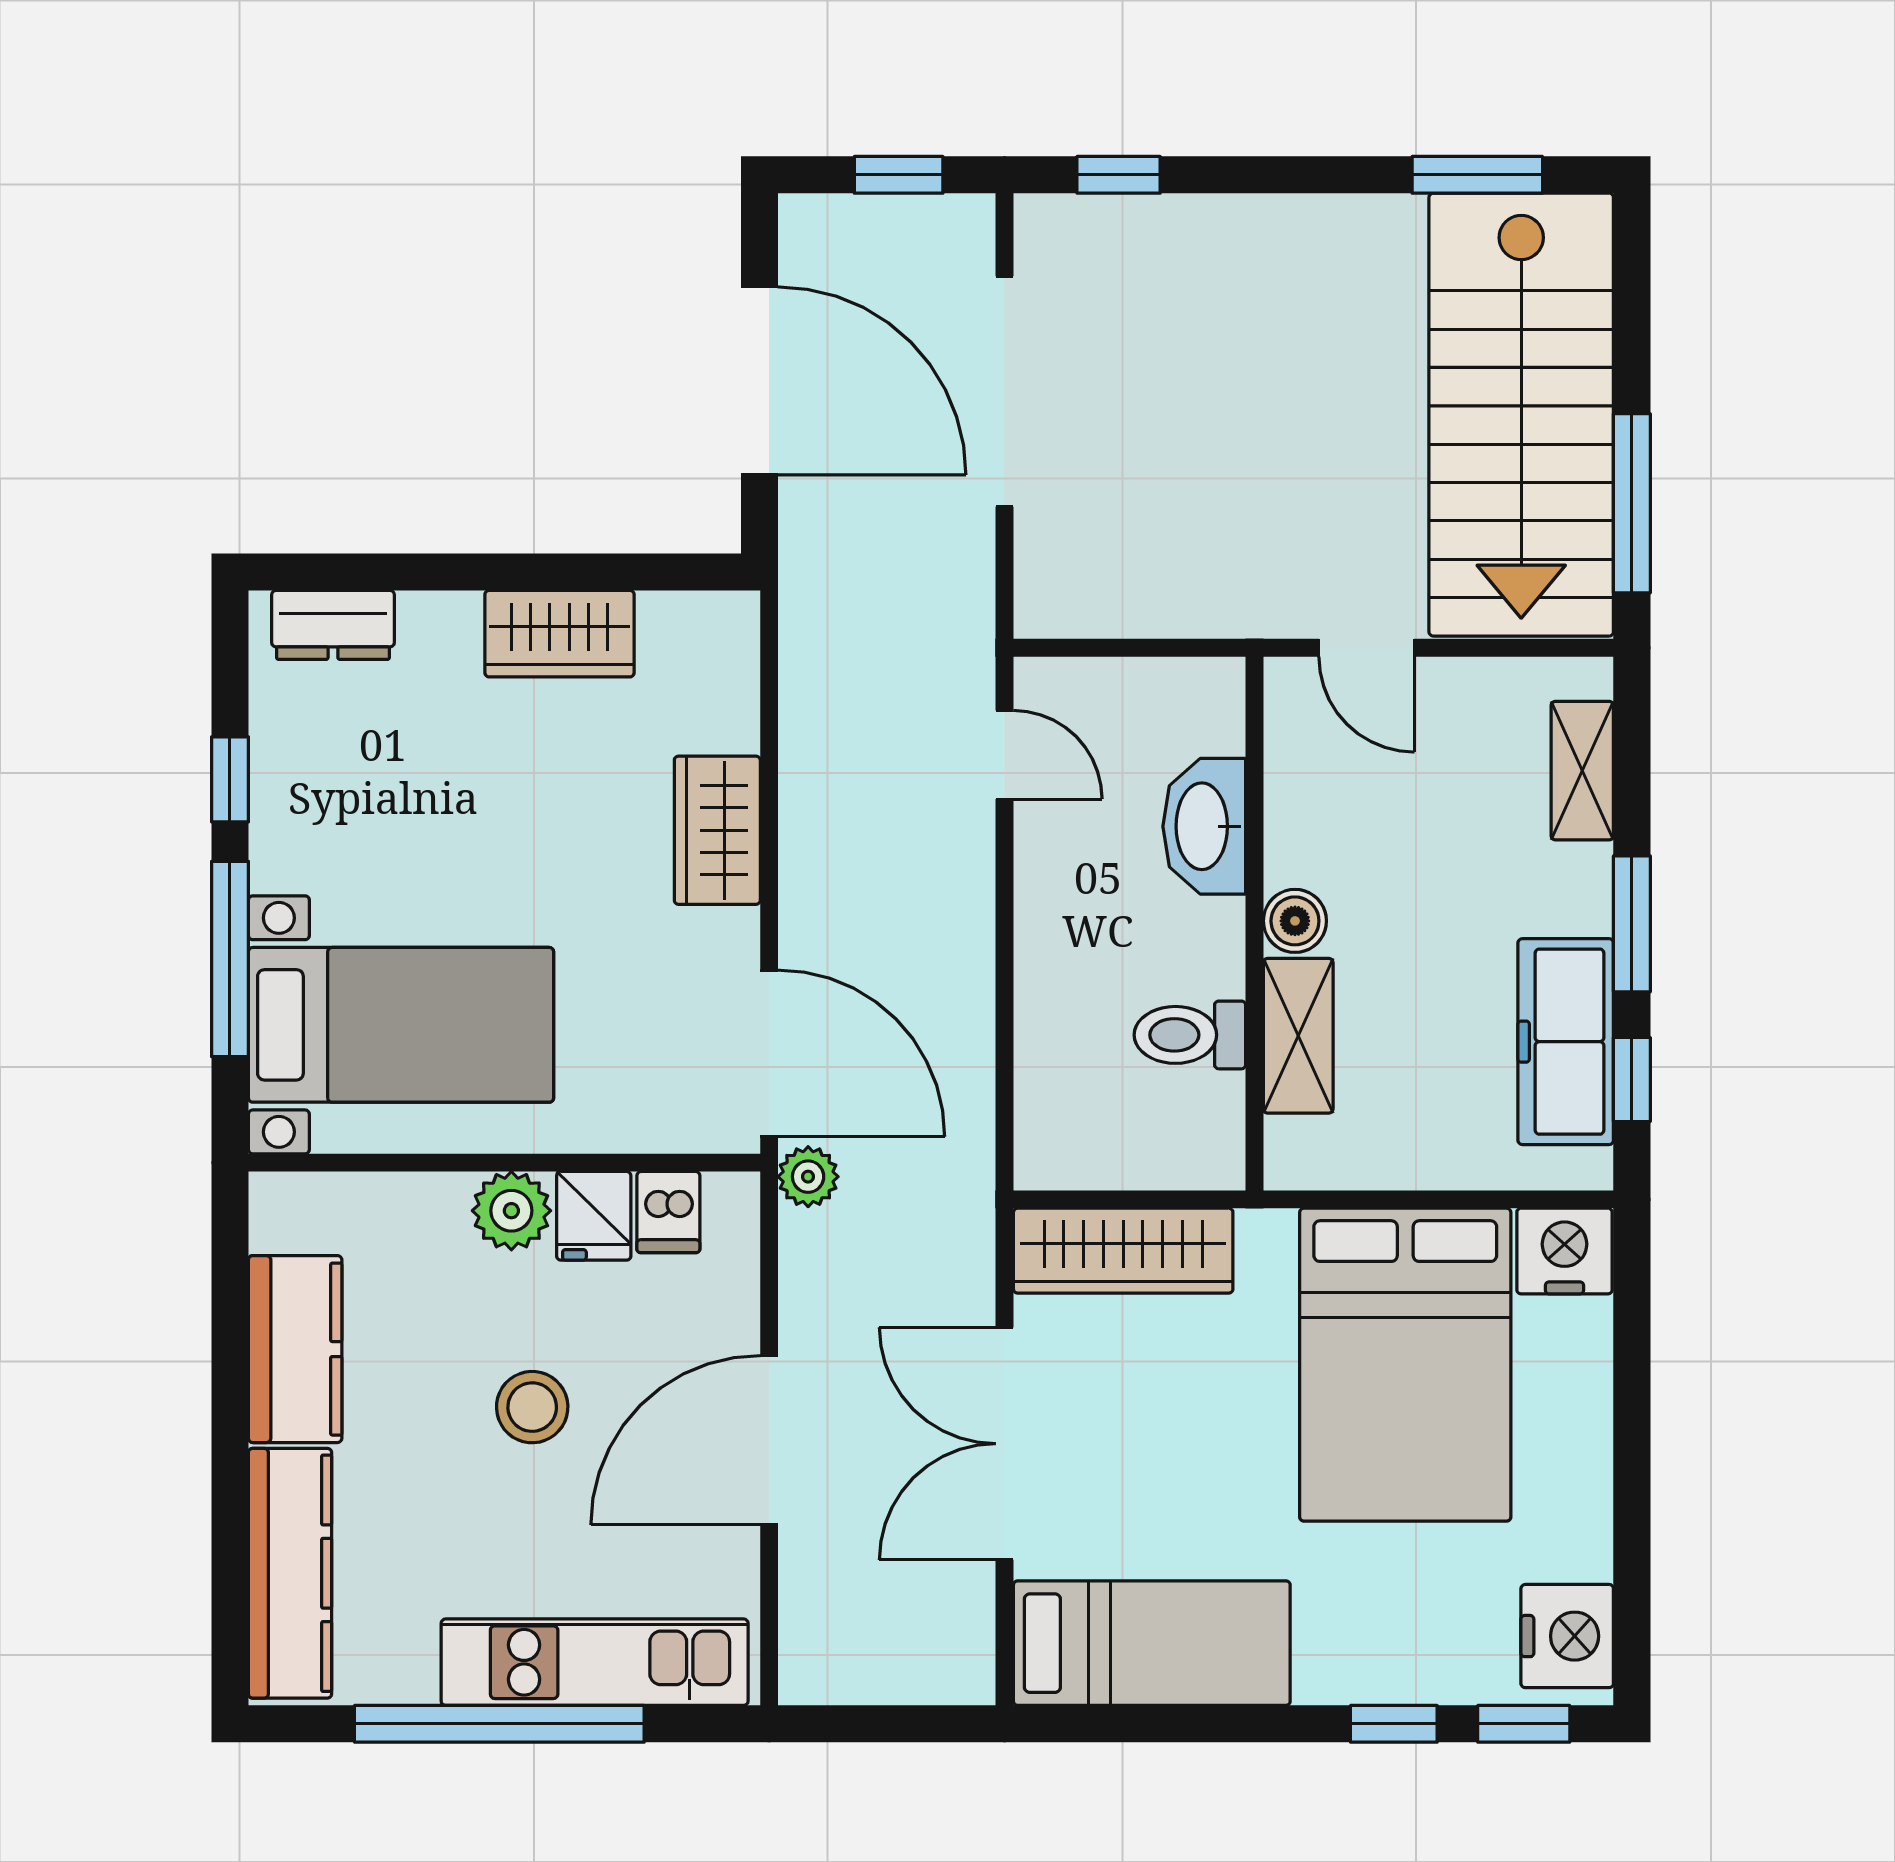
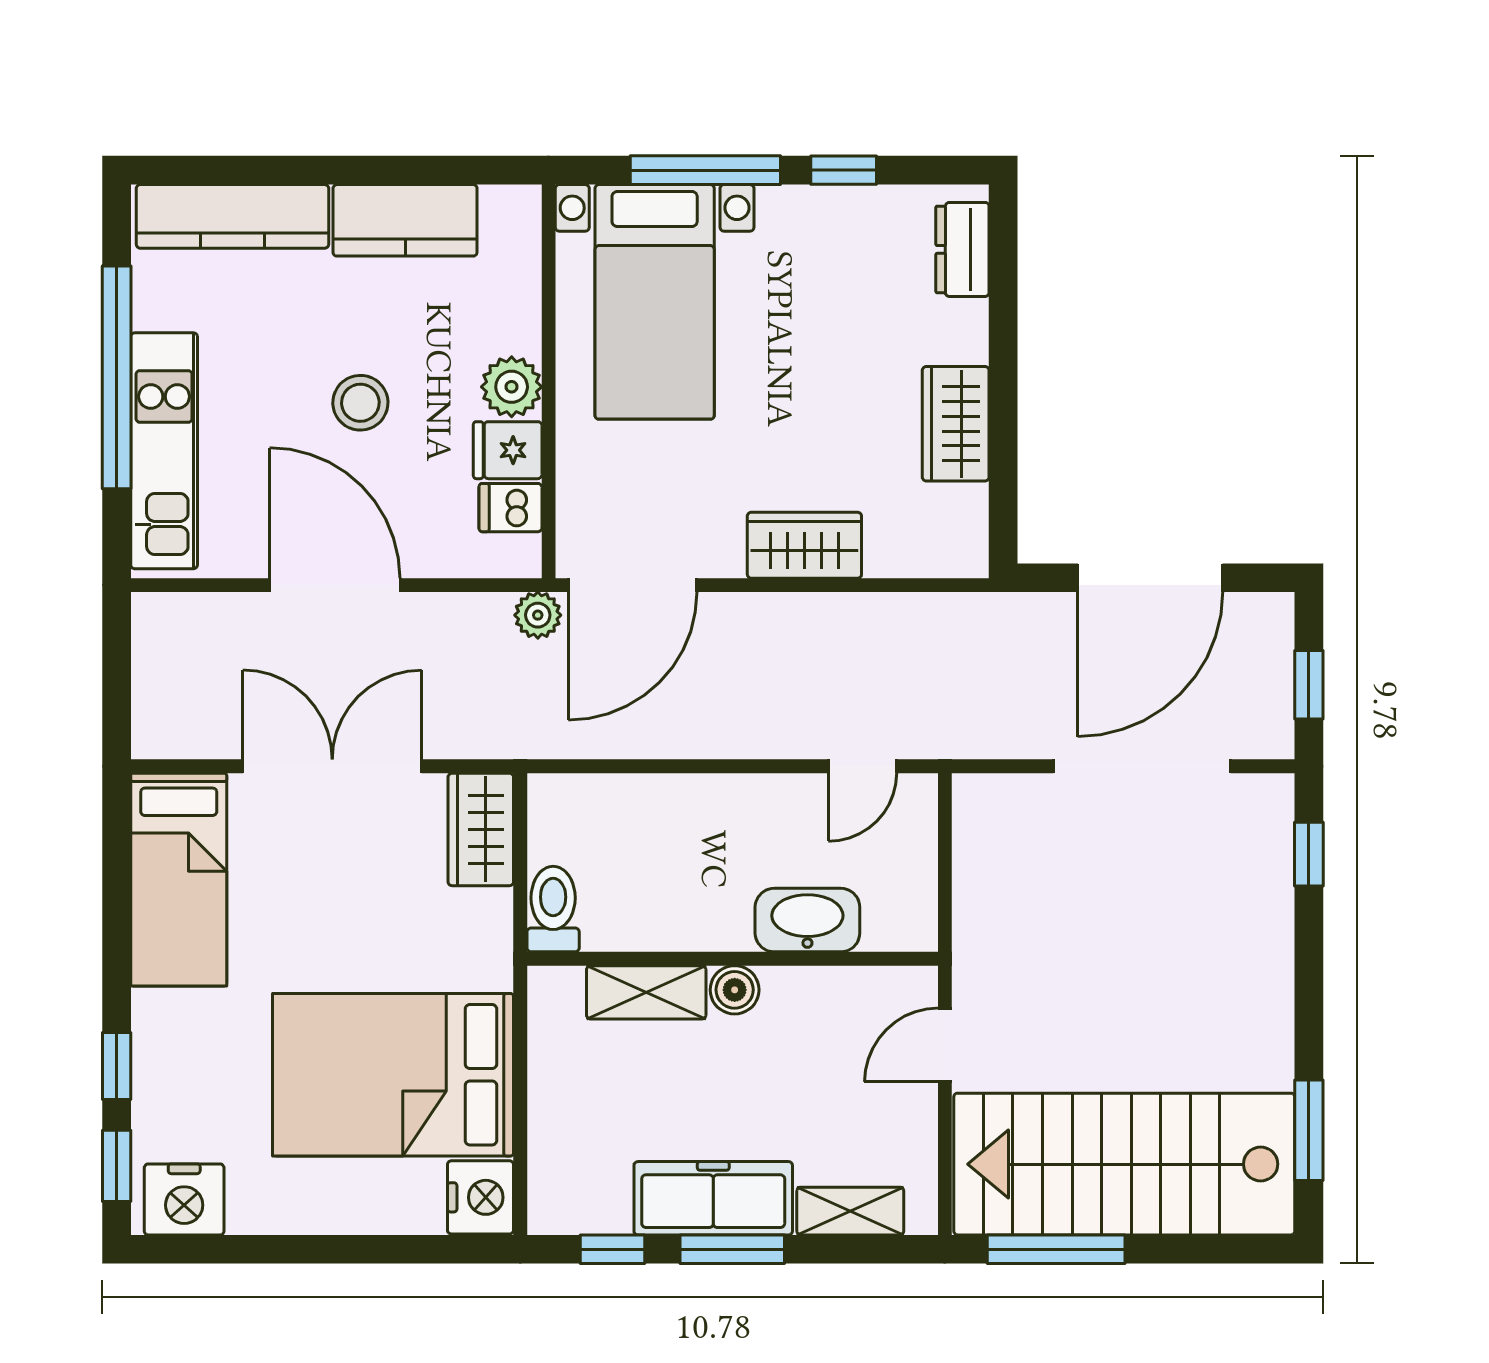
toilet: (1190, 1035) -> (553, 909), moved
freezer: (1566, 1042) -> (713, 1198), moved
wardrobe: (1123, 1251) -> (481, 829), width x0.67

